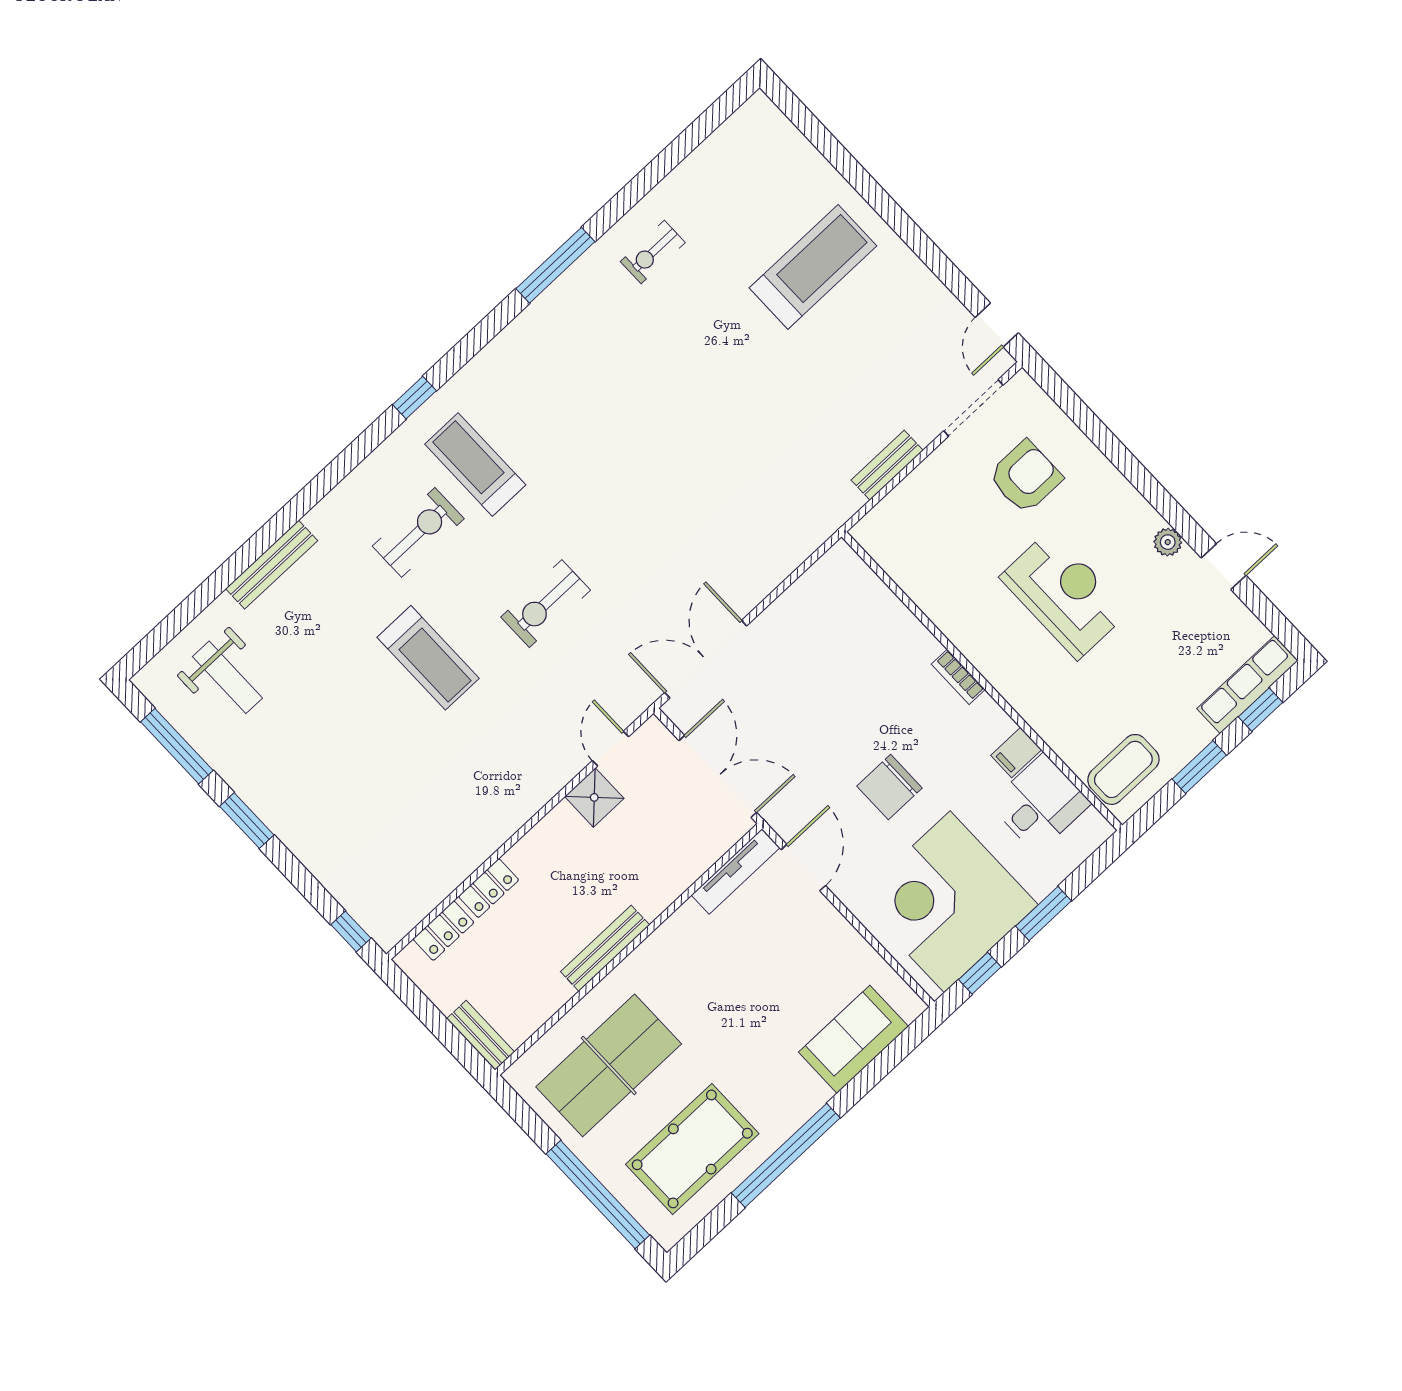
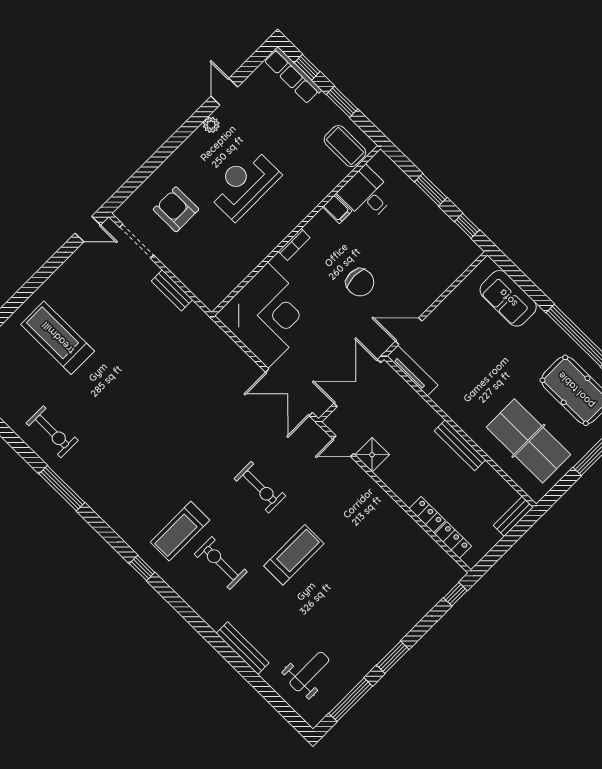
exercise bike: (653, 252) -> (52, 432), width x1.38, depth x1.39
corner desk: (947, 902) -> (268, 315), moved, turned -90

